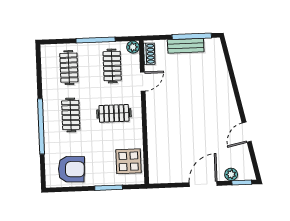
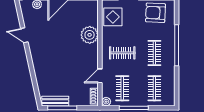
bench: (186, 46) -> (55, 101), moved
door: (247, 132) -> (24, 35), swing flipped
plant: (159, 136) -> (90, 35), added

